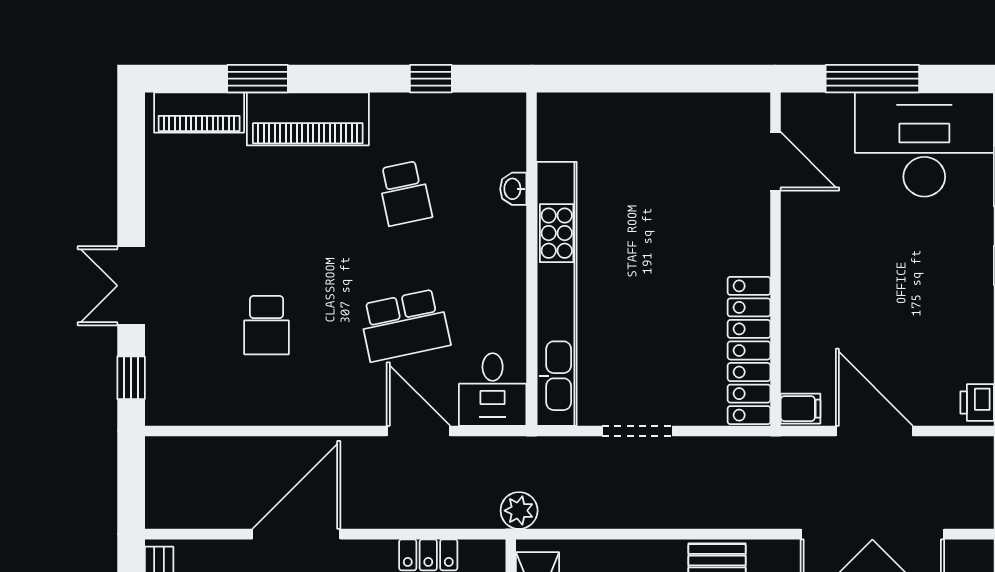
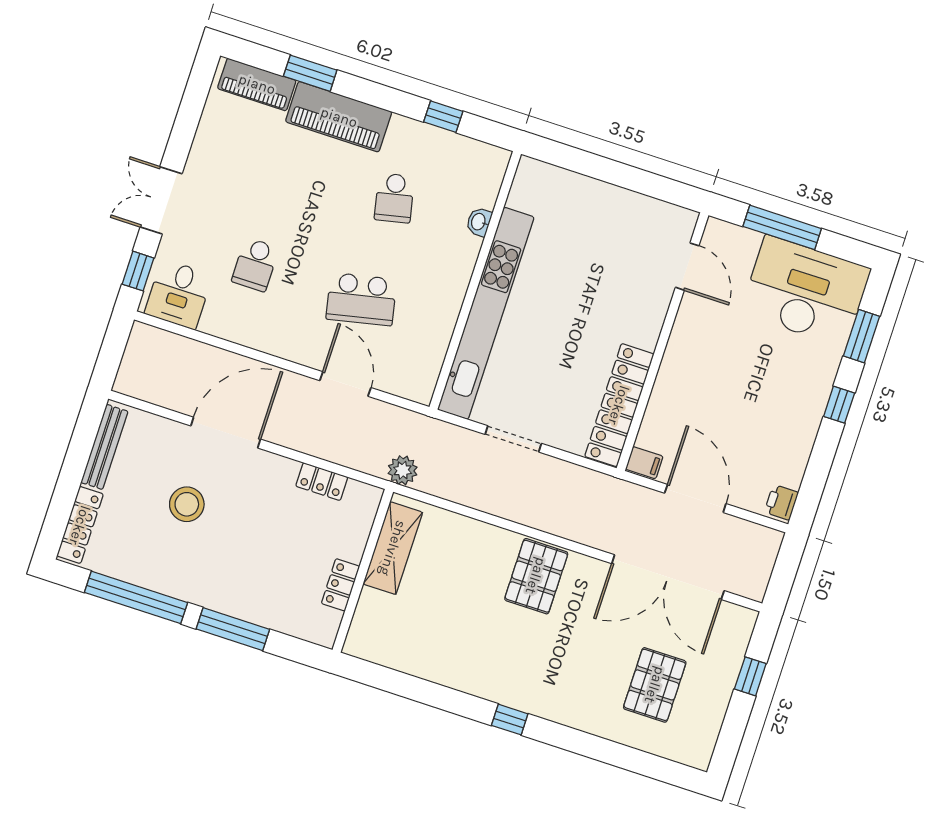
desk: (493, 390) -> (179, 294), moved

